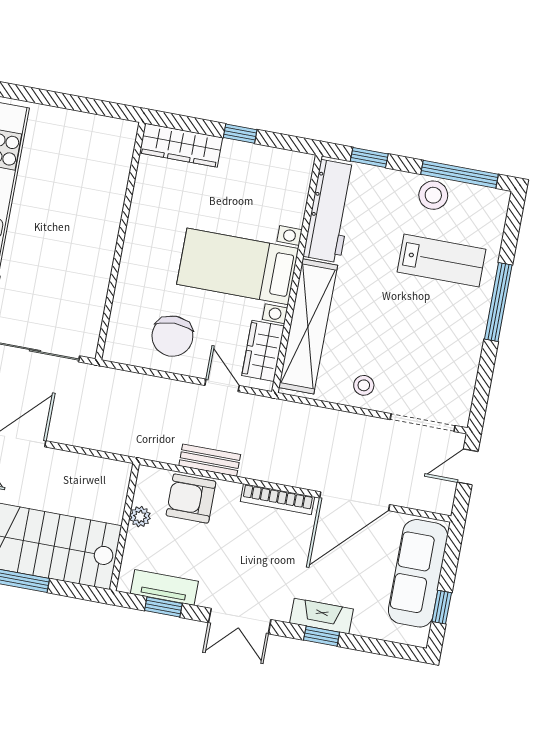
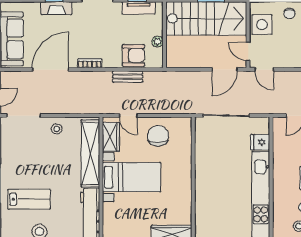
lab bench: (442, 261) -> (29, 199), turned 180
bookcase: (277, 499) -> (90, 63), width x0.64

